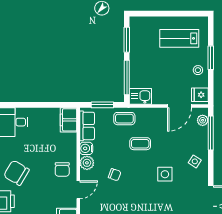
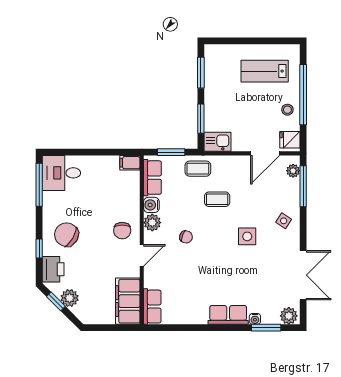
window: (211, 58) -> (303, 95), width x2.11
window: (127, 78) -> (201, 119), width x0.69
filing cabinet: (68, 120) -> (130, 163), width x0.50

